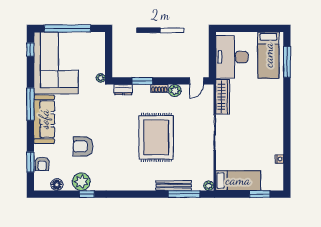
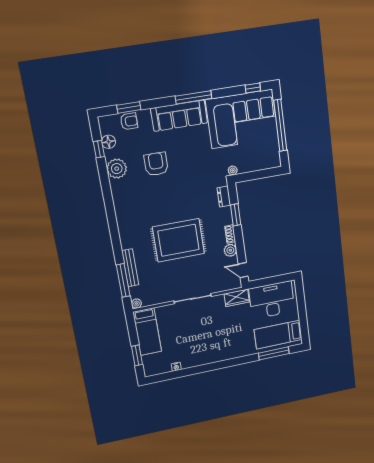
wardrobe: (223, 97) -> (237, 298), width x0.67
armchair: (42, 164) -> (129, 121), turned 180
window: (87, 194) -> (99, 149), moved

